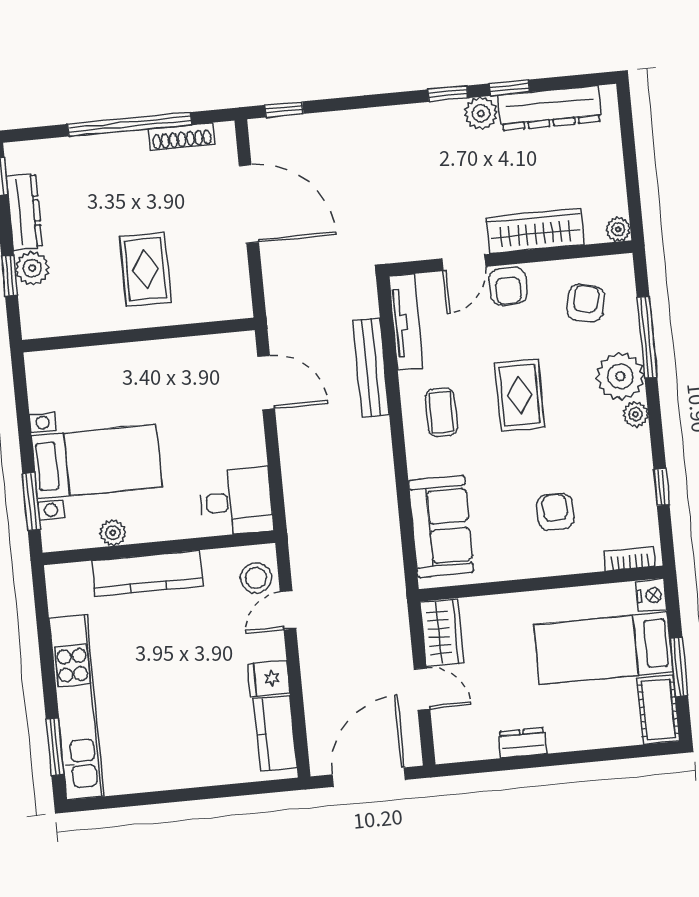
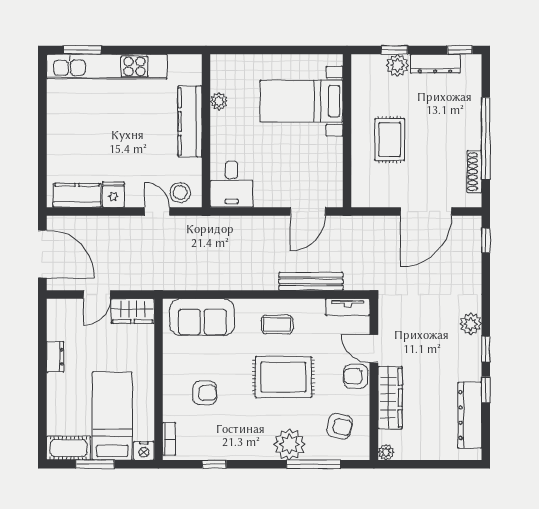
plant: (481, 113) -> (471, 324), moved
rug: (146, 269) -> (390, 140), turned 90
tv unit: (406, 322) -> (348, 307), width x0.71
rug: (520, 395) -> (283, 377), width x1.36, depth x1.43
plant: (635, 414) -> (264, 452), removed
bed with nightstands: (97, 461) -> (301, 101), moved, turned 90
window: (31, 501) -> (245, 50), removed

